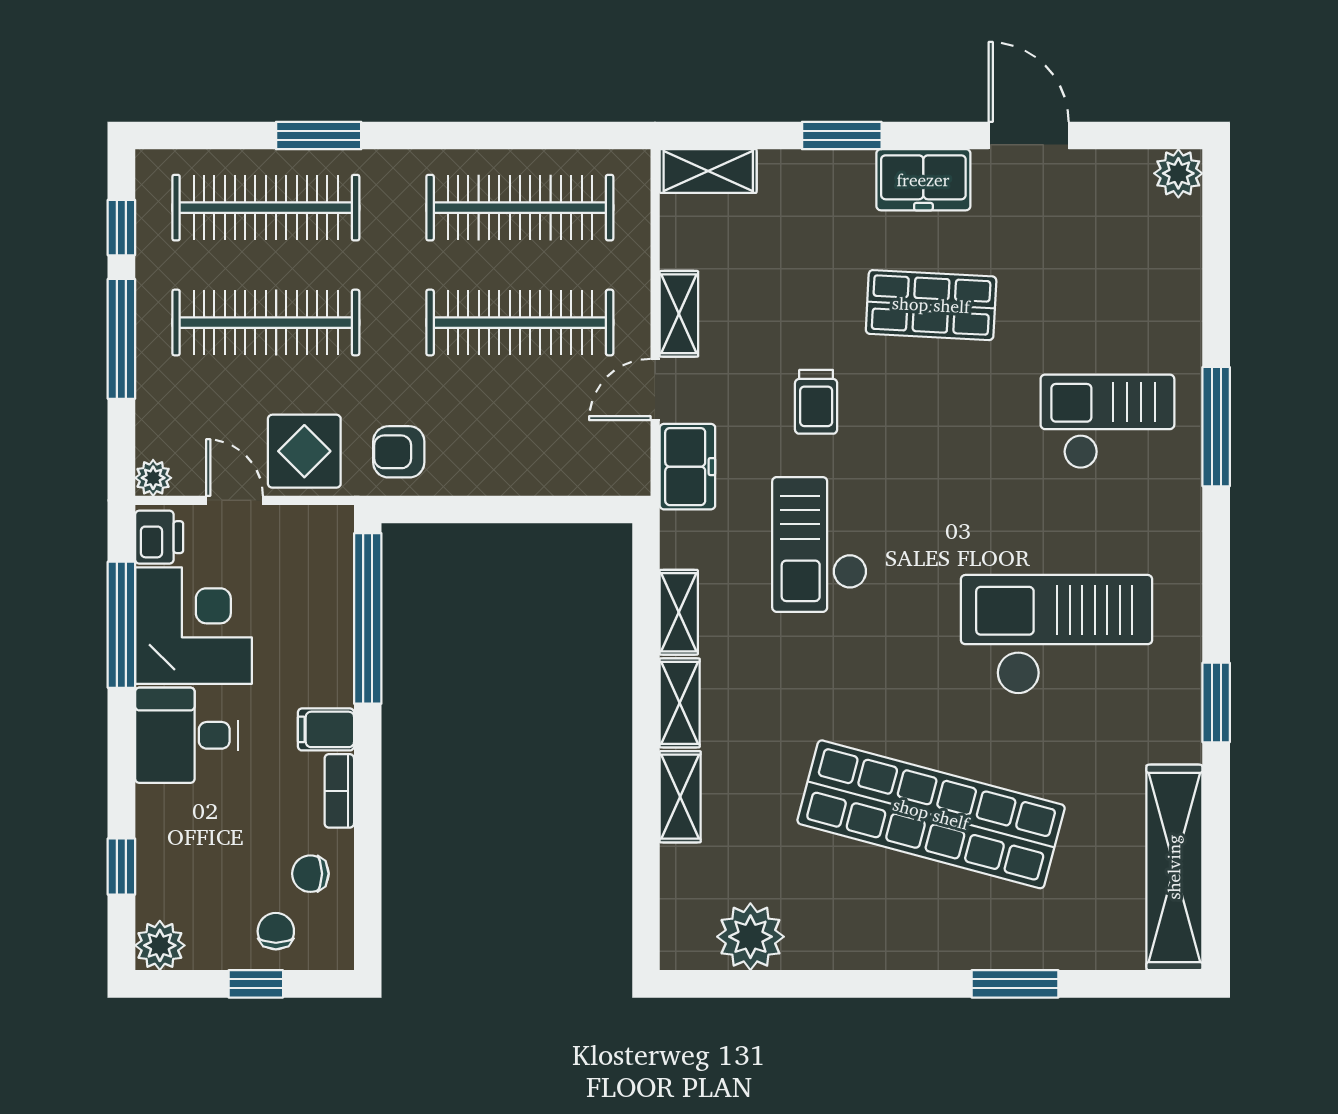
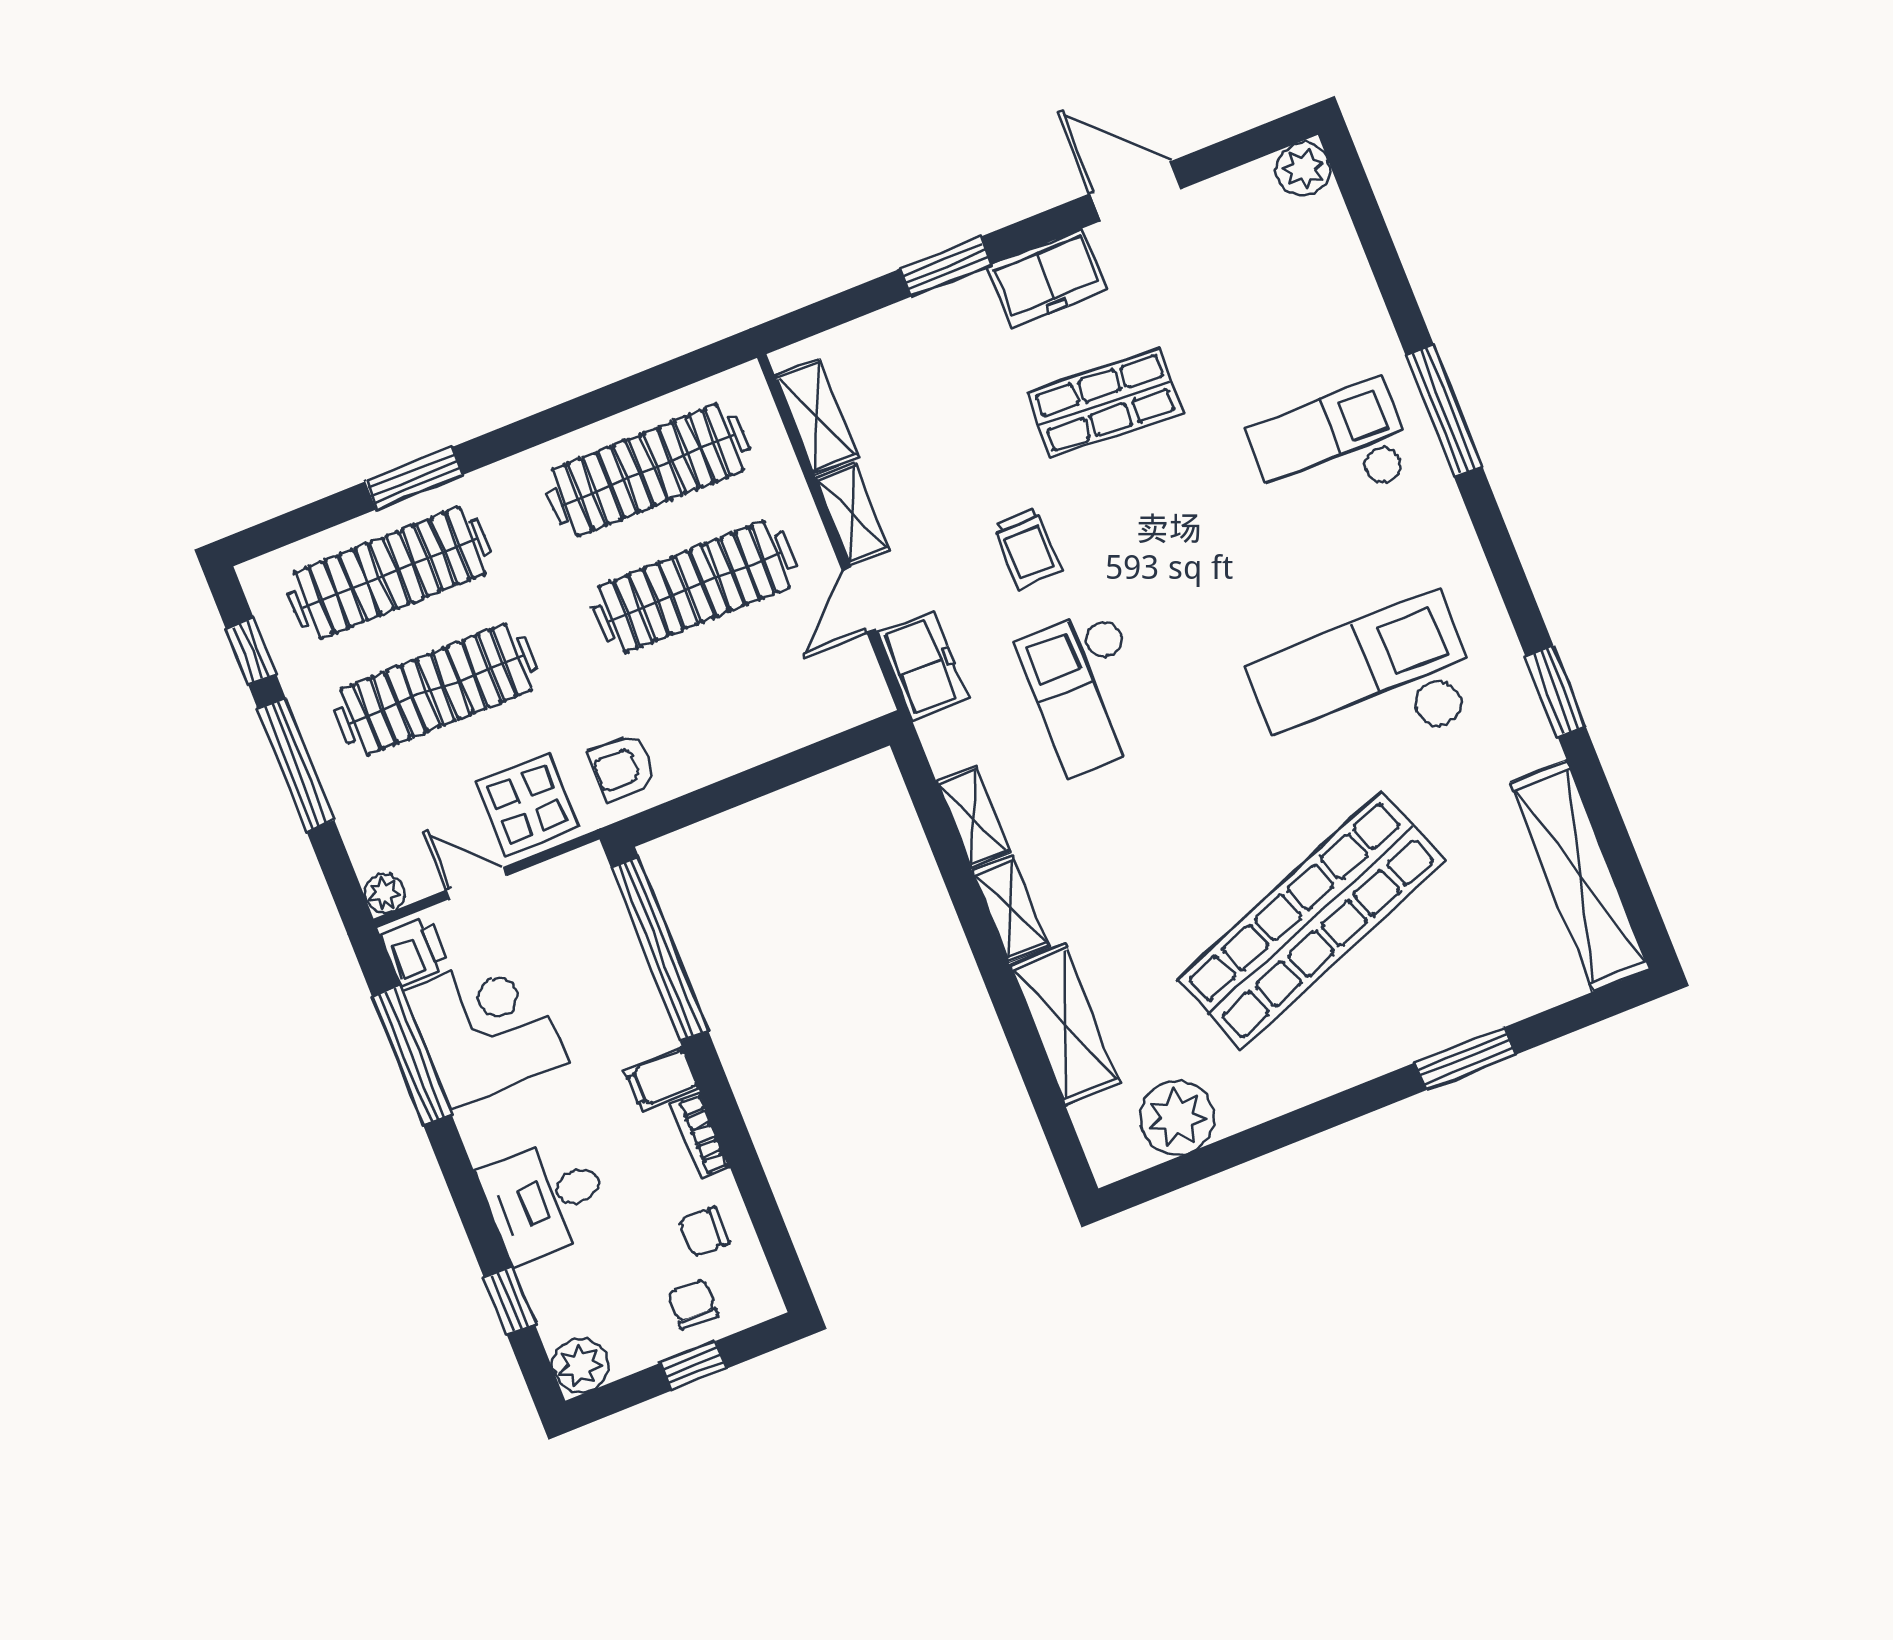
shelving: (708, 171) -> (817, 416), moved, turned 90
desk: (186, 735) -> (546, 1199), moved
shelving: (680, 797) -> (1065, 1024), width x1.50, depth x1.33
shop shelf: (931, 814) -> (1311, 920), turned -36

